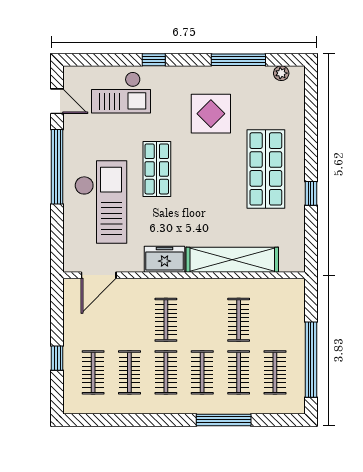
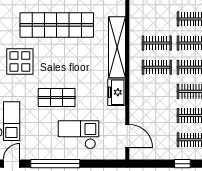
shop shelf: (266, 169) -> (57, 25), width x1.40
checkout: (101, 202) -> (79, 135), width x0.73, depth x0.83
clothes rail: (166, 320) -> (157, 67), moved

